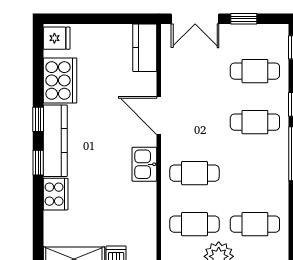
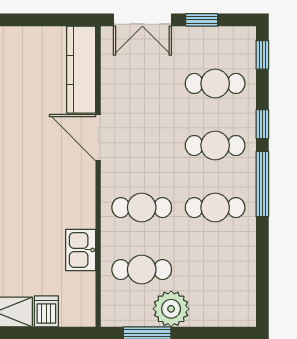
kitchen counter: (145, 48) -> (81, 70), width x1.50
kitchen sink: (144, 164) -> (81, 250), moved
cafe table: (255, 224) -> (215, 208), moved

